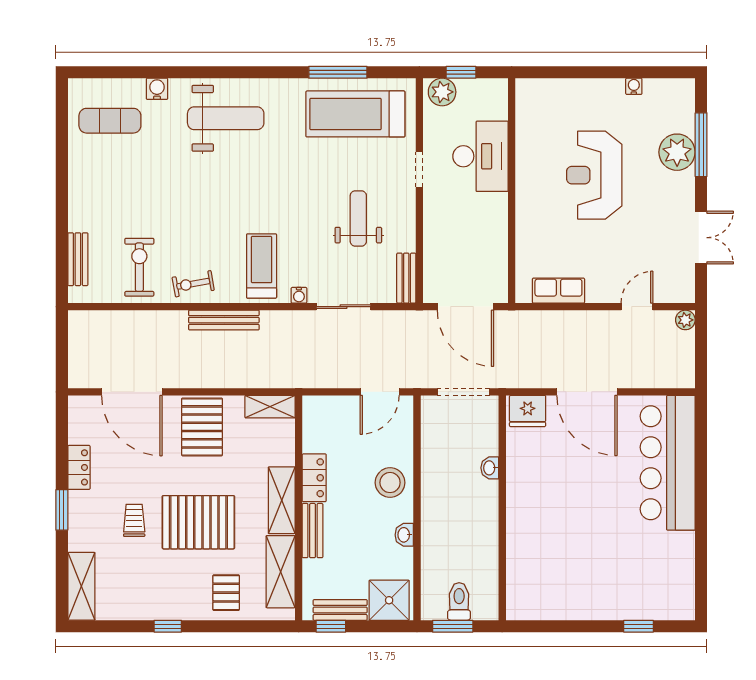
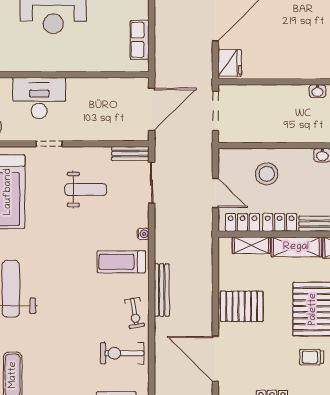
weight bench: (358, 218) -> (86, 189), turned 180
sliding door: (343, 307) -> (152, 183), moved
door: (132, 392) -> (215, 359), swing flipped
door: (380, 392) -> (215, 193), moved
shelving: (270, 407) -> (251, 245), moved, turned 90
locker: (314, 428) -> (243, 222), added
washbasin: (490, 468) -> (317, 91), moved
stool: (390, 483) -> (267, 174), moved

